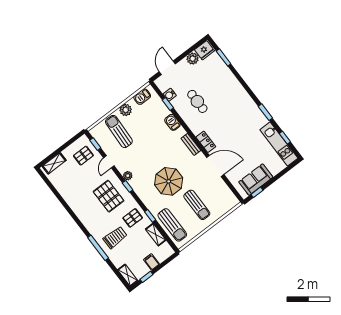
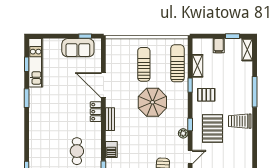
trolley: (115, 237) -> (240, 121), moved

